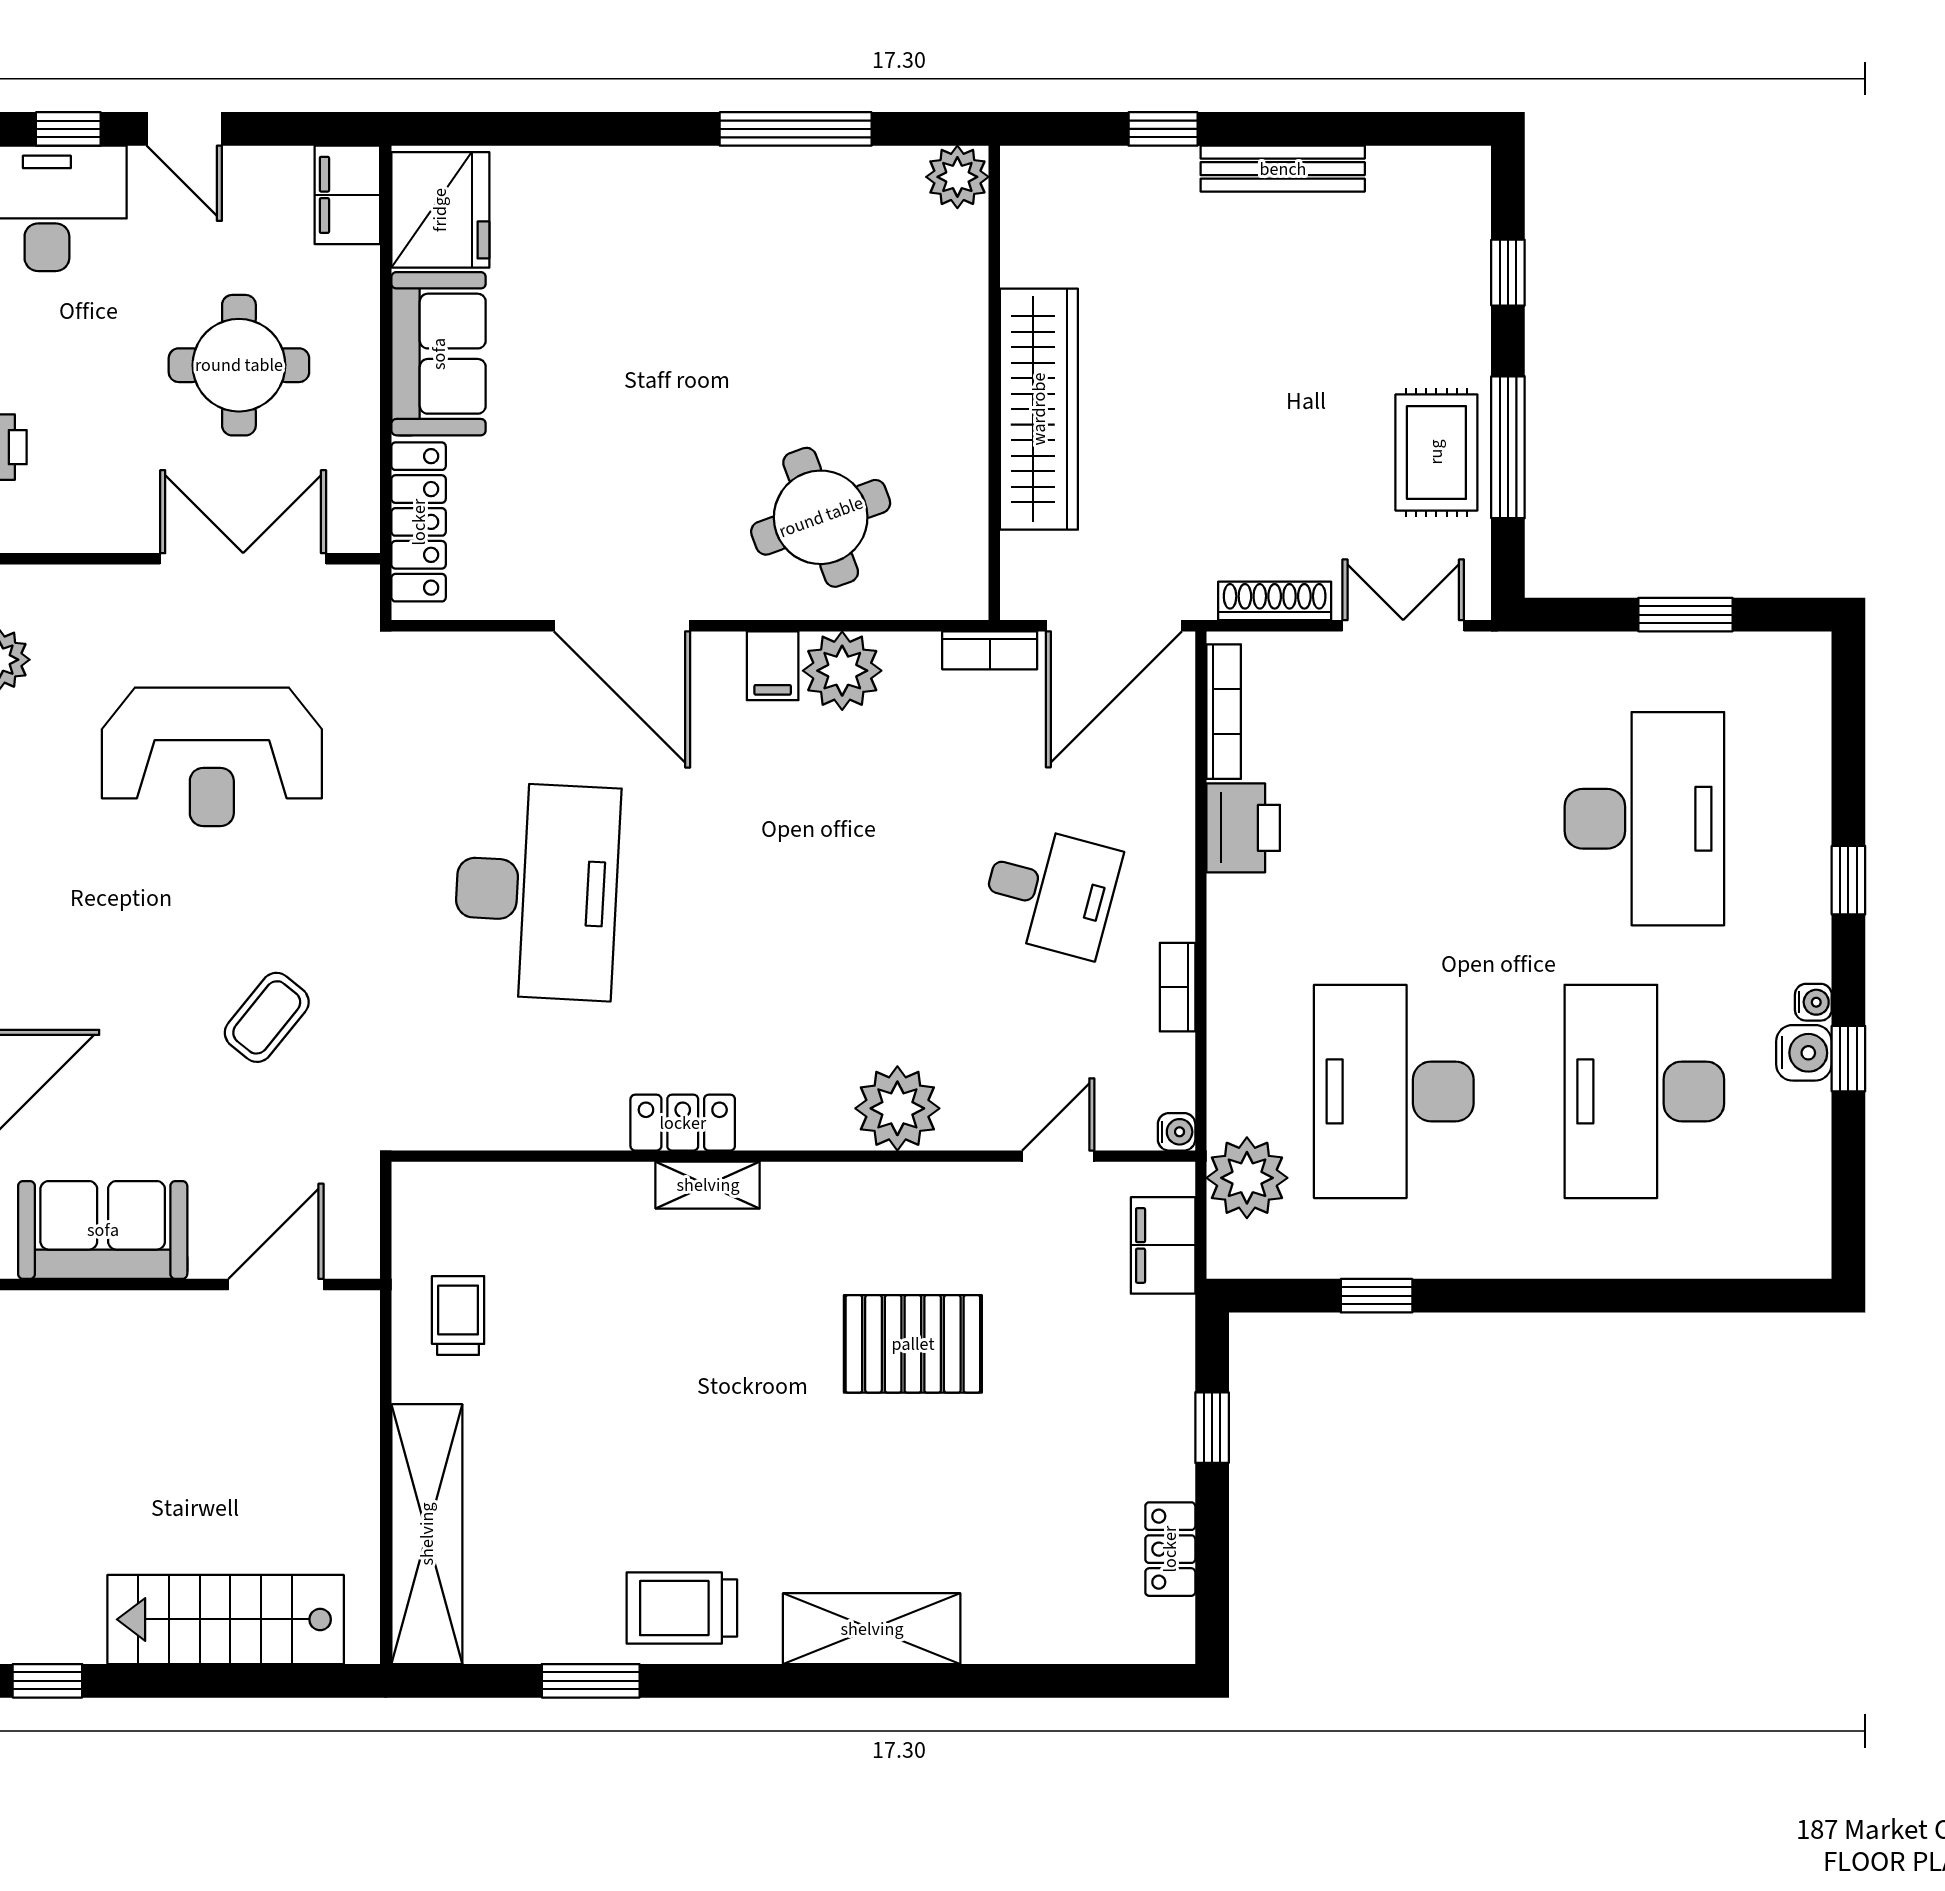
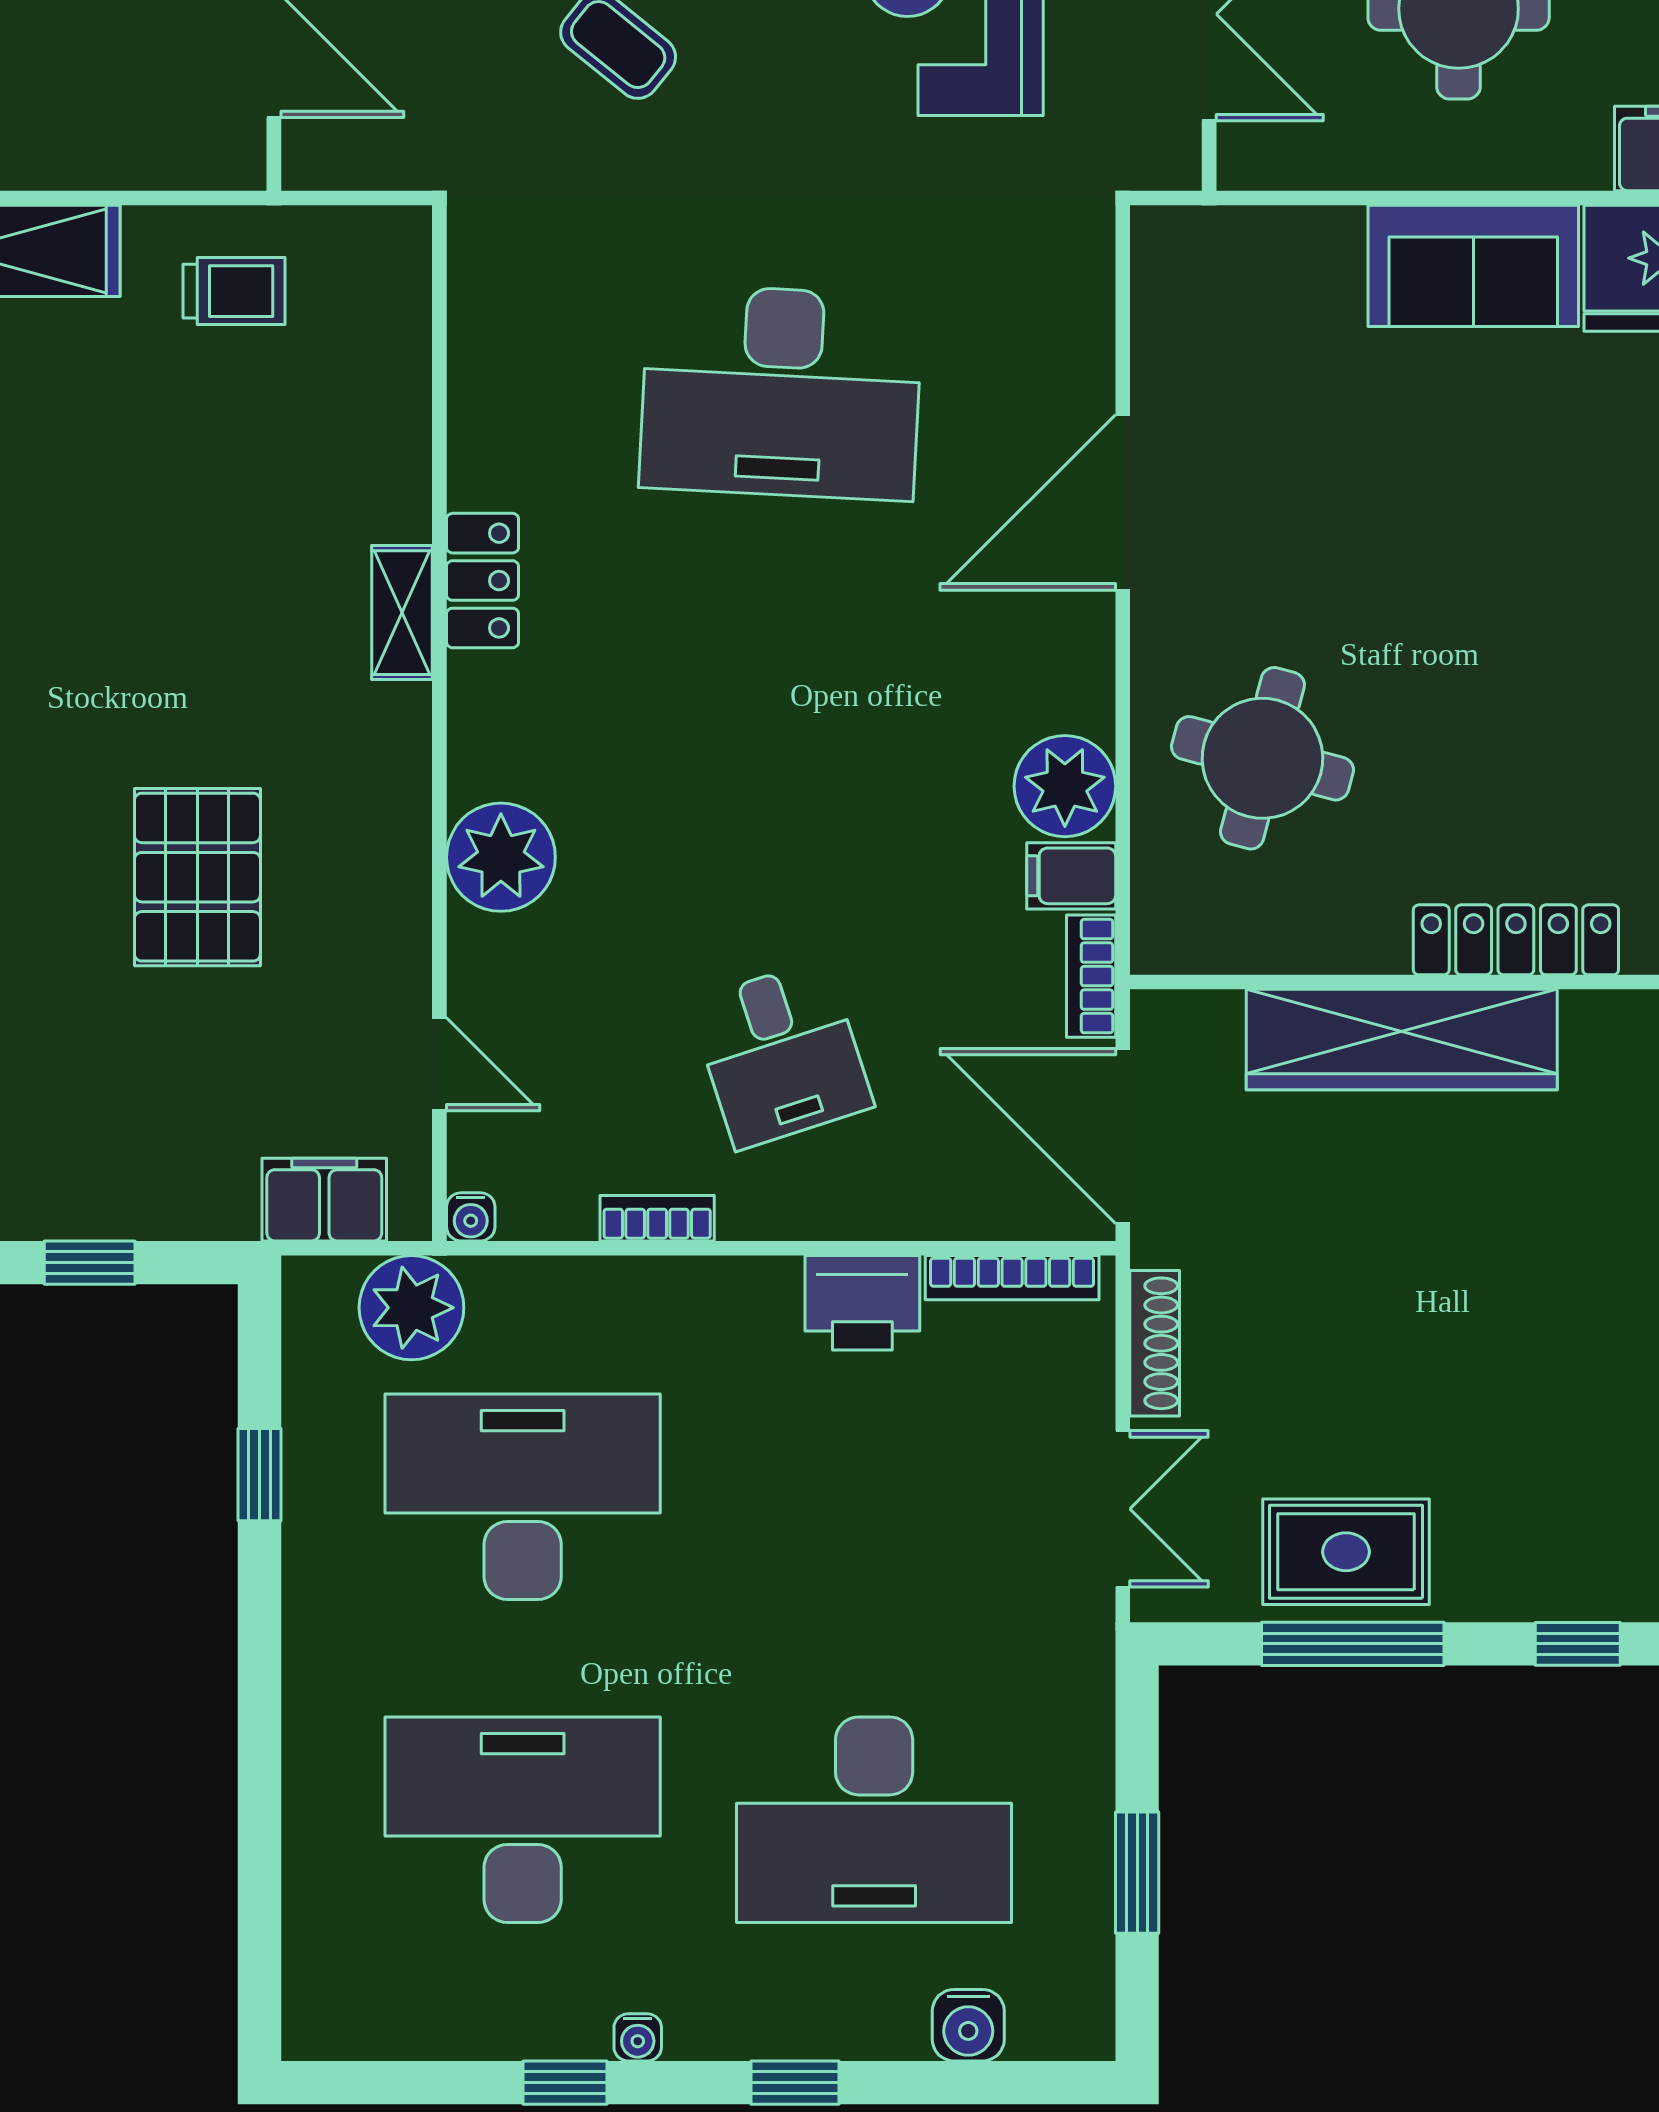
round table: (821, 517) -> (1262, 758), turned 35
locker: (419, 522) -> (1516, 940), moved, turned 180
filing cabinet: (773, 666) -> (1071, 876), moved
desk: (1050, 891) -> (781, 1054), turned -33
water cooler: (1804, 1053) -> (968, 2025), moved

